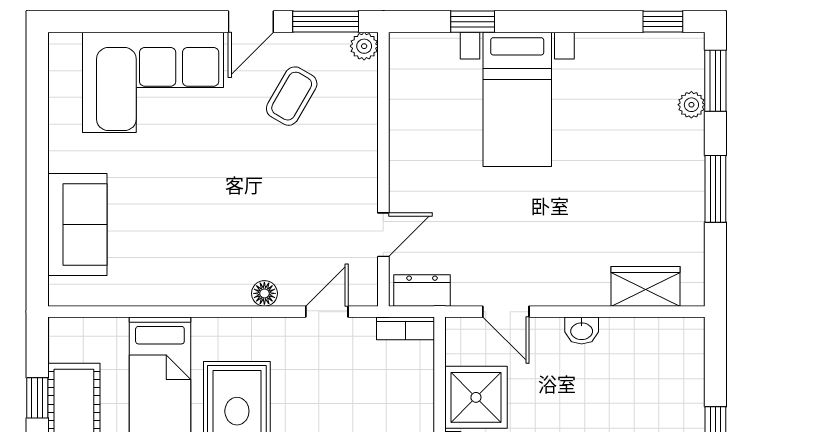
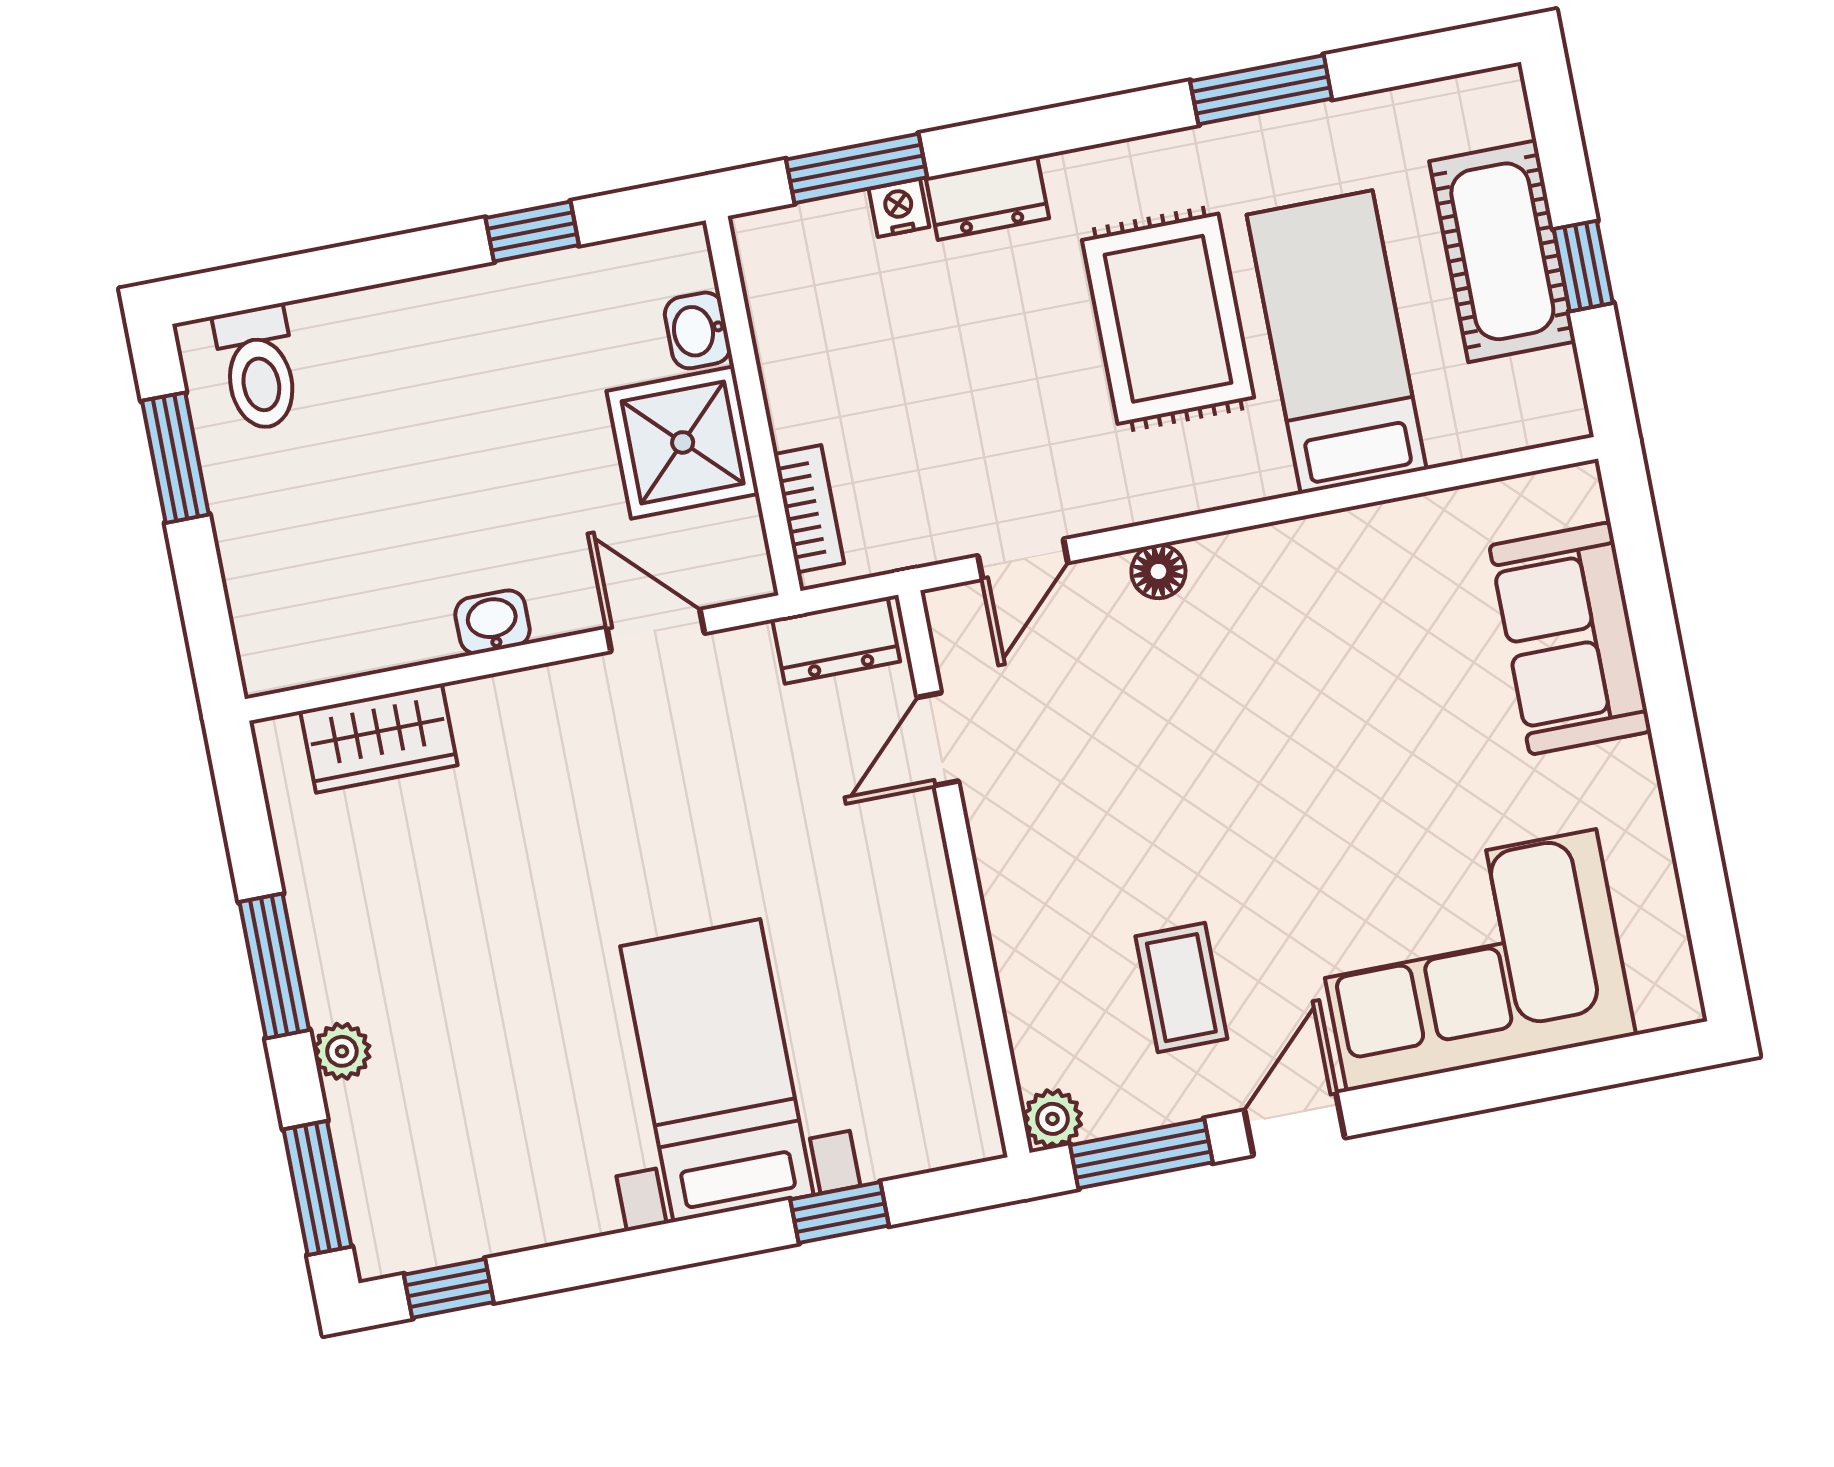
coffee table: (292, 96) -> (1181, 988), turned -30
plant: (691, 105) -> (342, 1051), moved
bookcase: (405, 328) -> (809, 509), moved, turned 90

